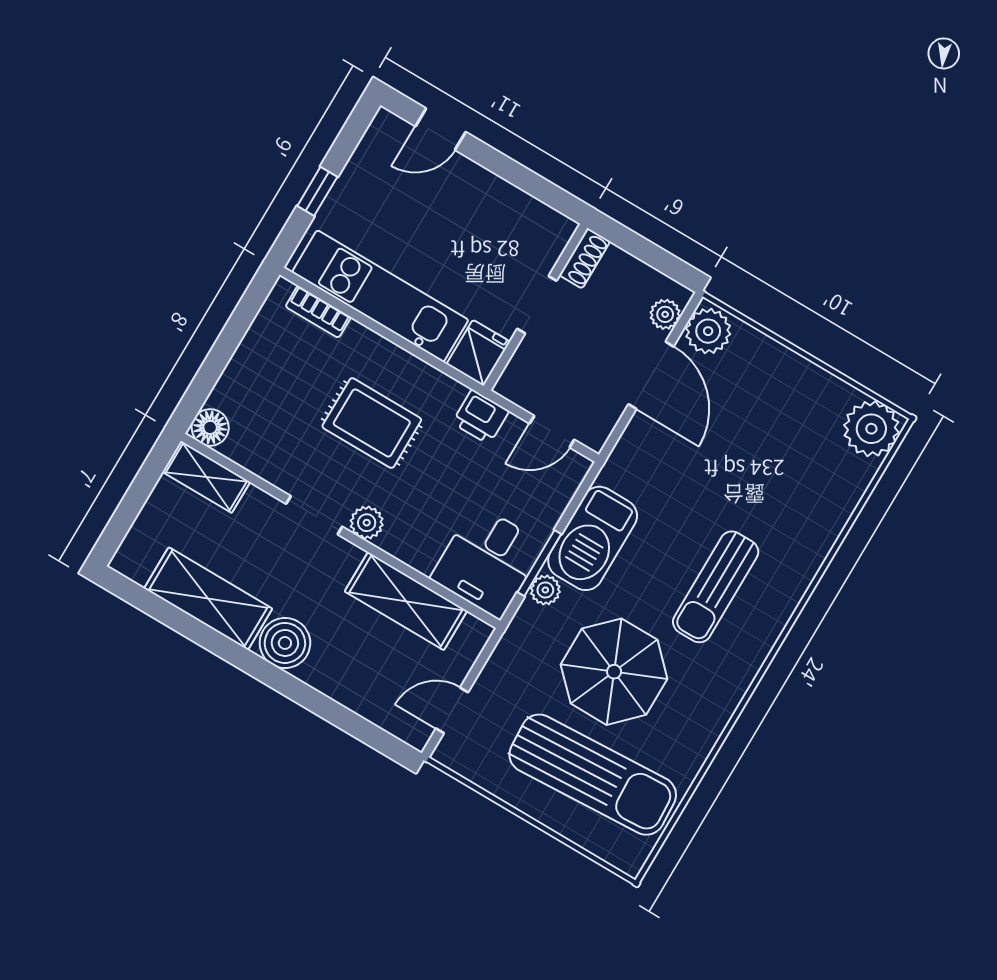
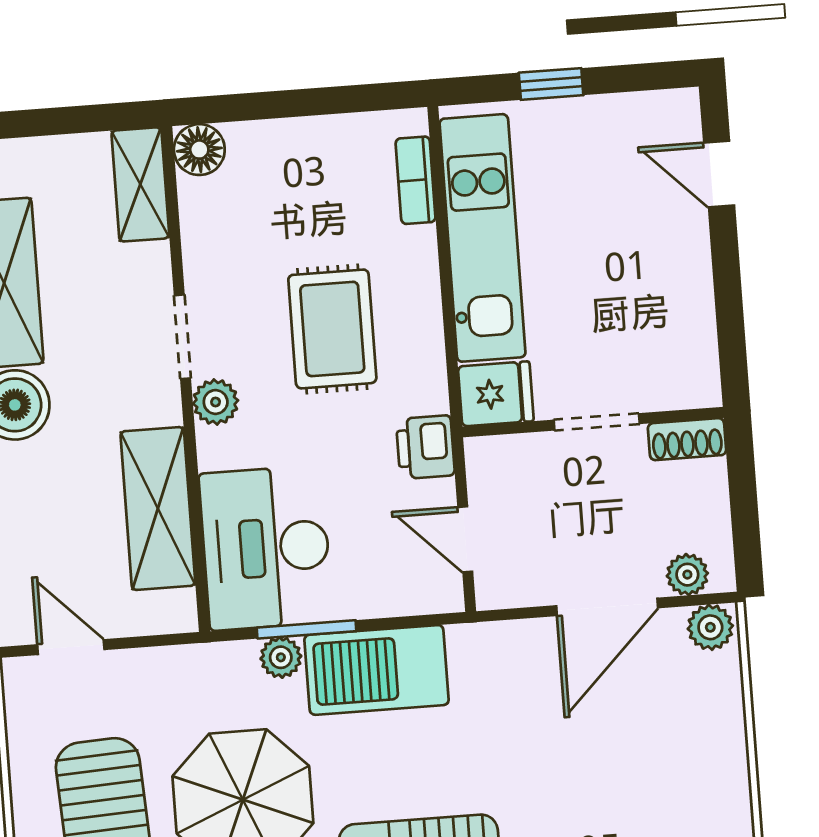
plant: (708, 331) -> (710, 627), width x0.73, depth x0.73
desk: (487, 561) -> (266, 548), width x1.37

